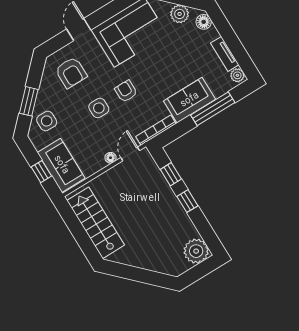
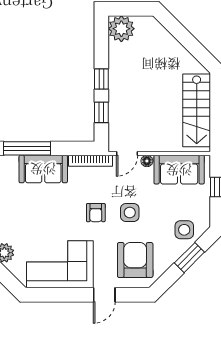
armchair: (71, 73) -> (135, 260), width x1.36, depth x1.36
sofa: (61, 165) -> (179, 170), moved, turned -90

